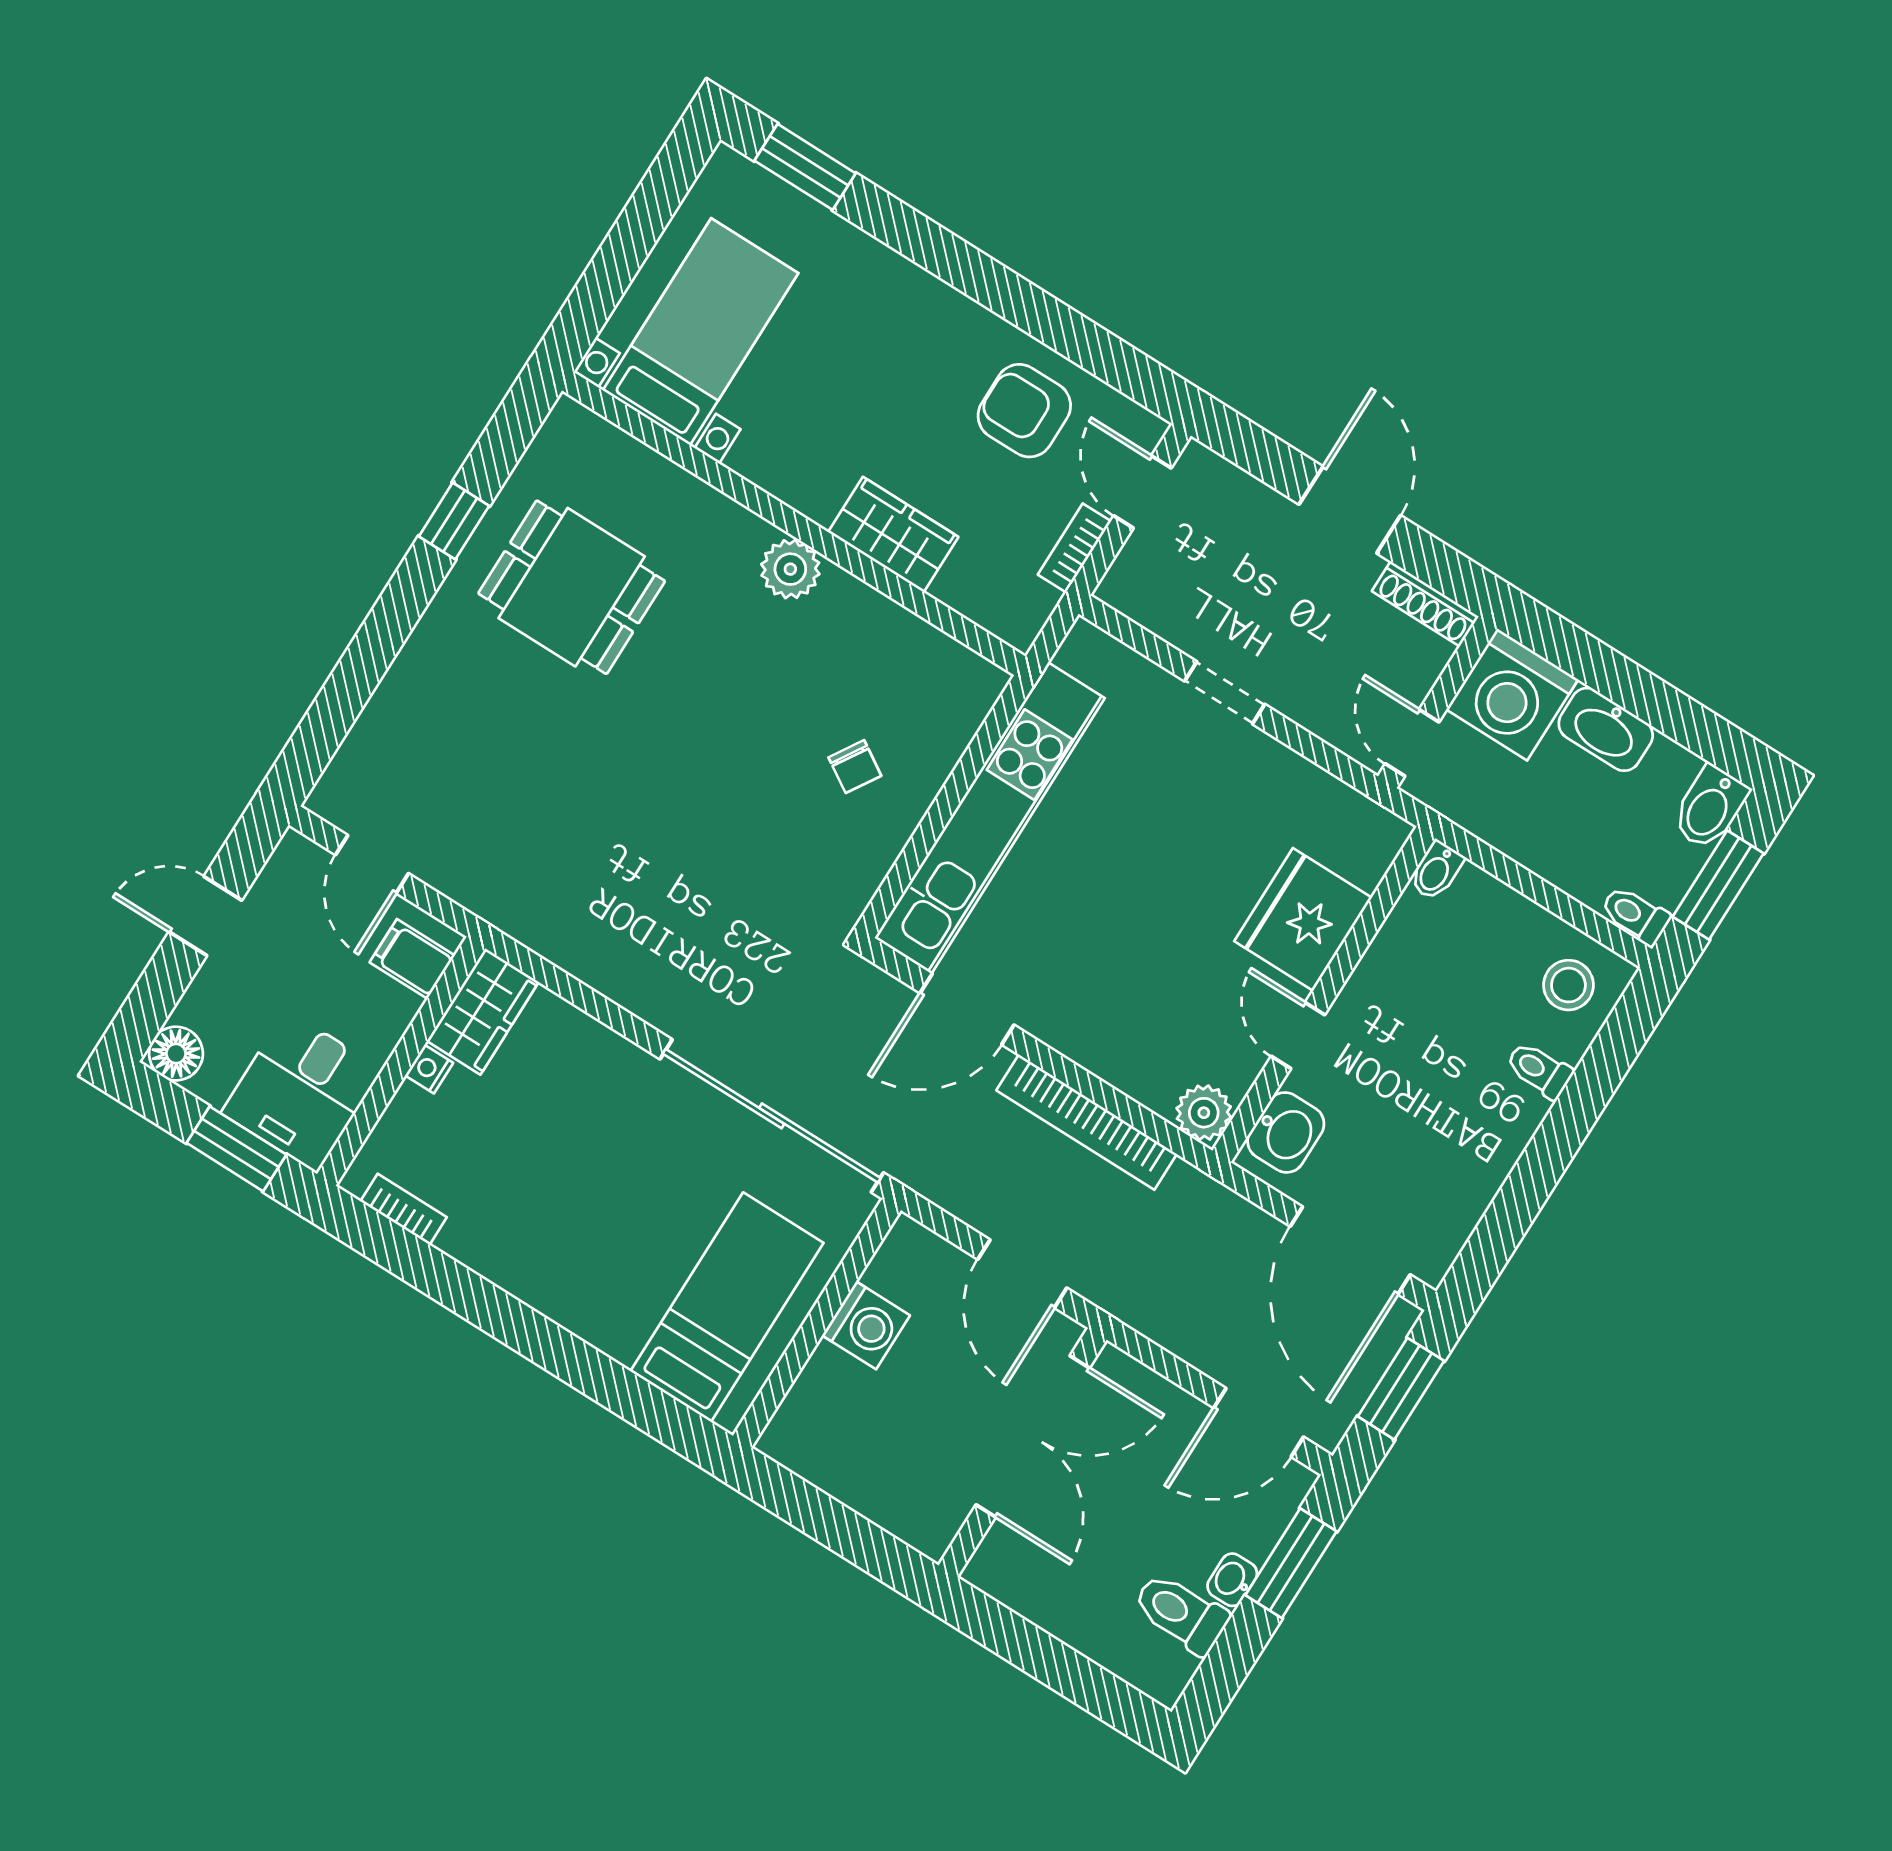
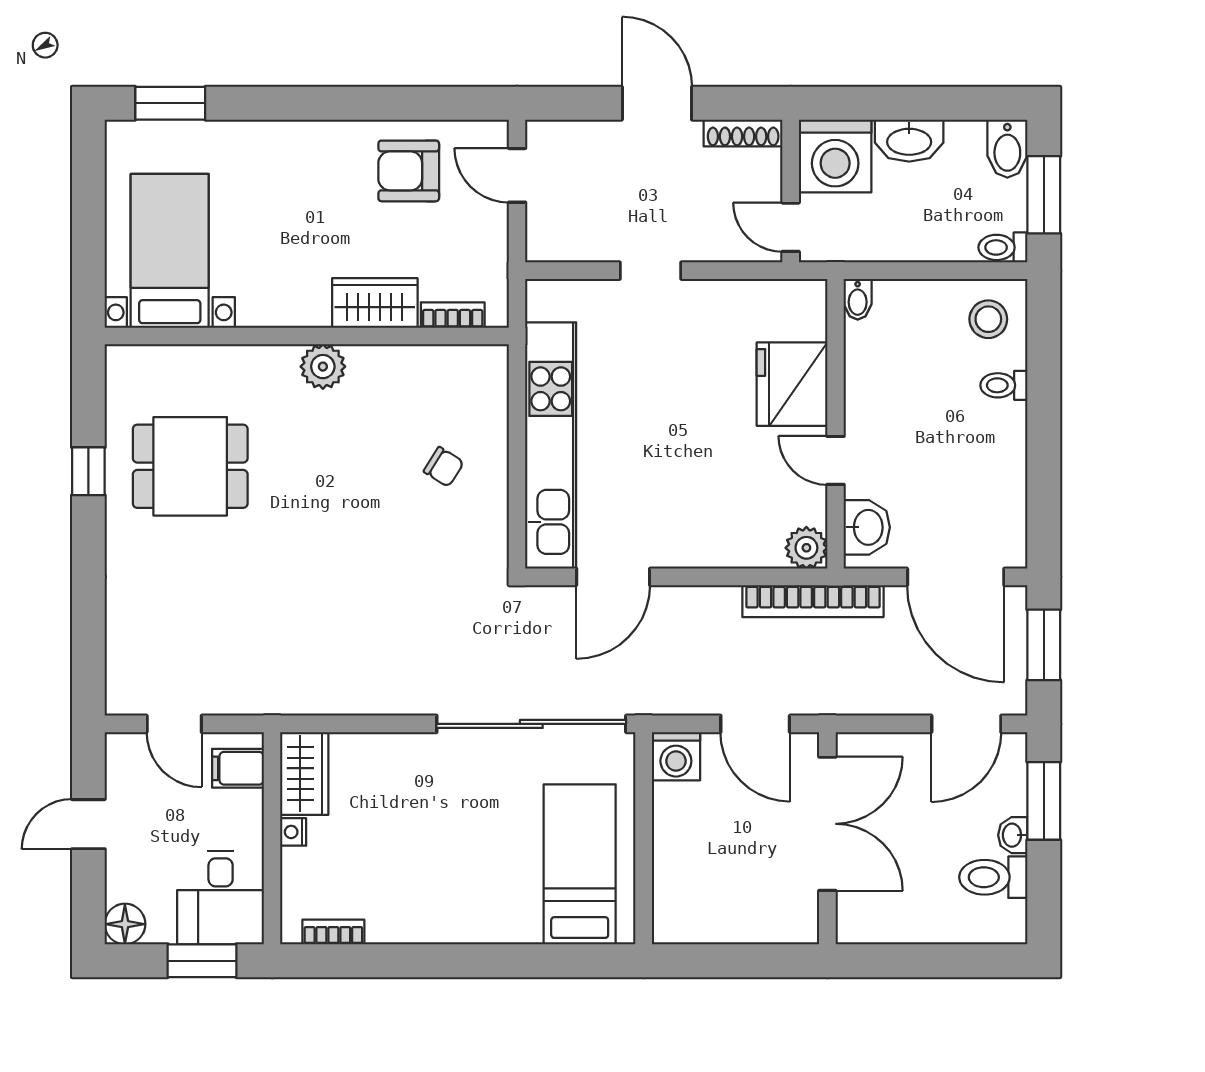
bookcase: (1074, 548) -> (453, 315), moved, turned 90
bookcase: (1087, 1122) -> (813, 601), moved
washing machine: (866, 1325) -> (676, 756), moved, turned 90

